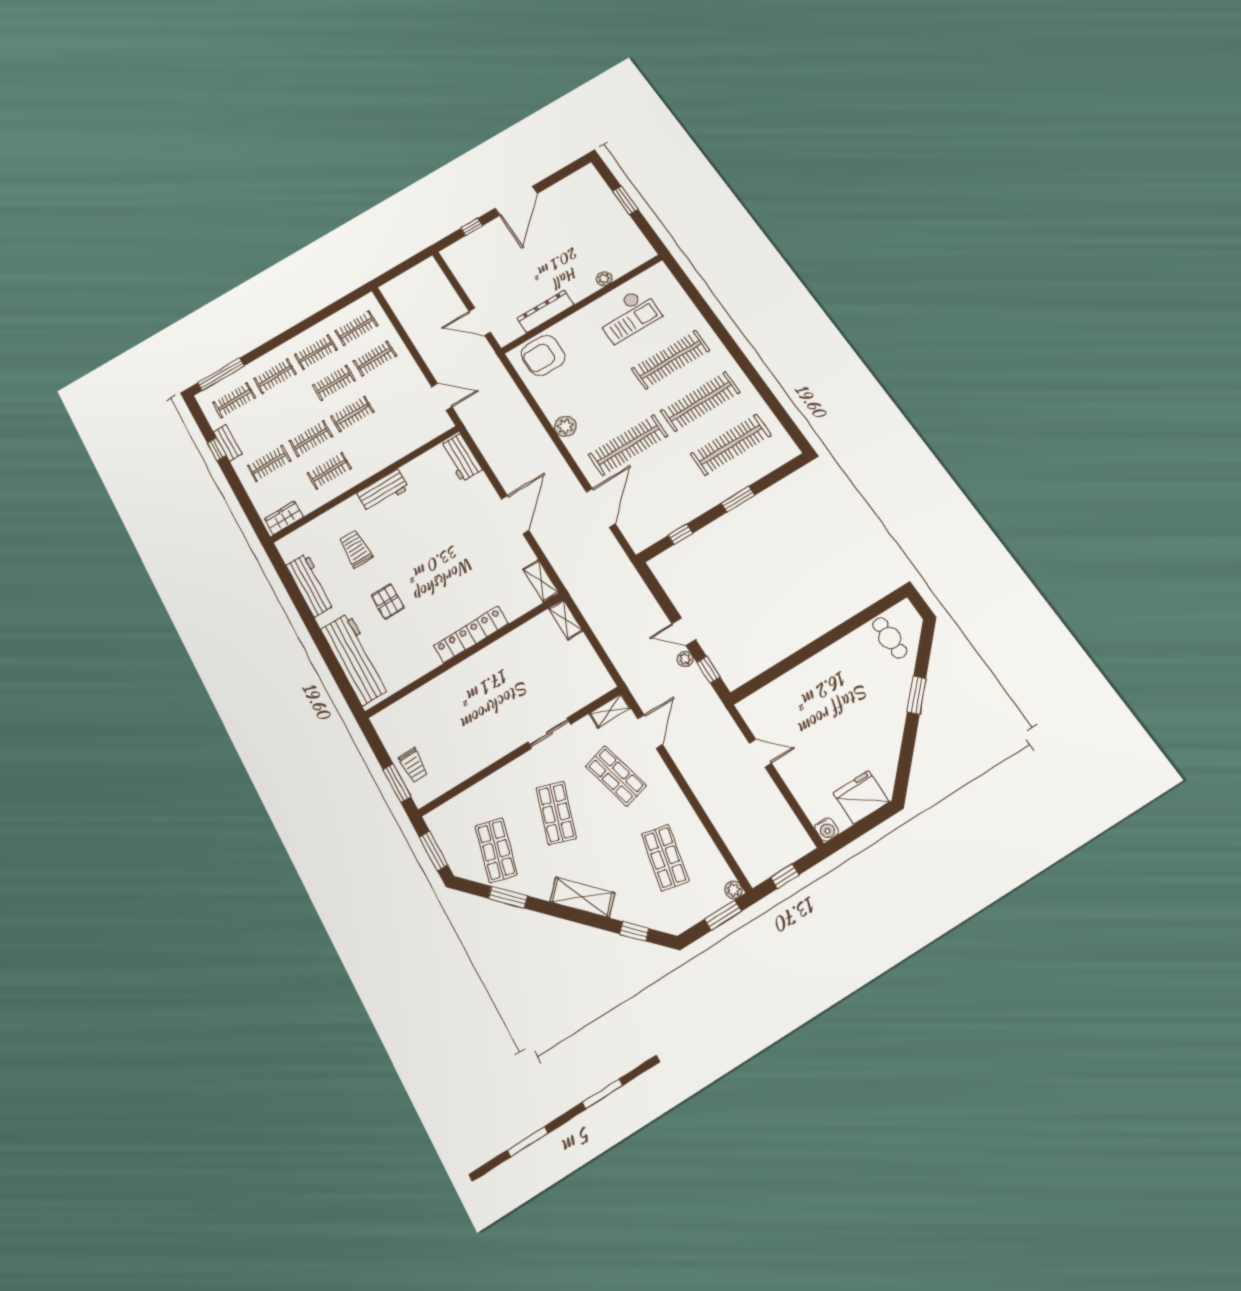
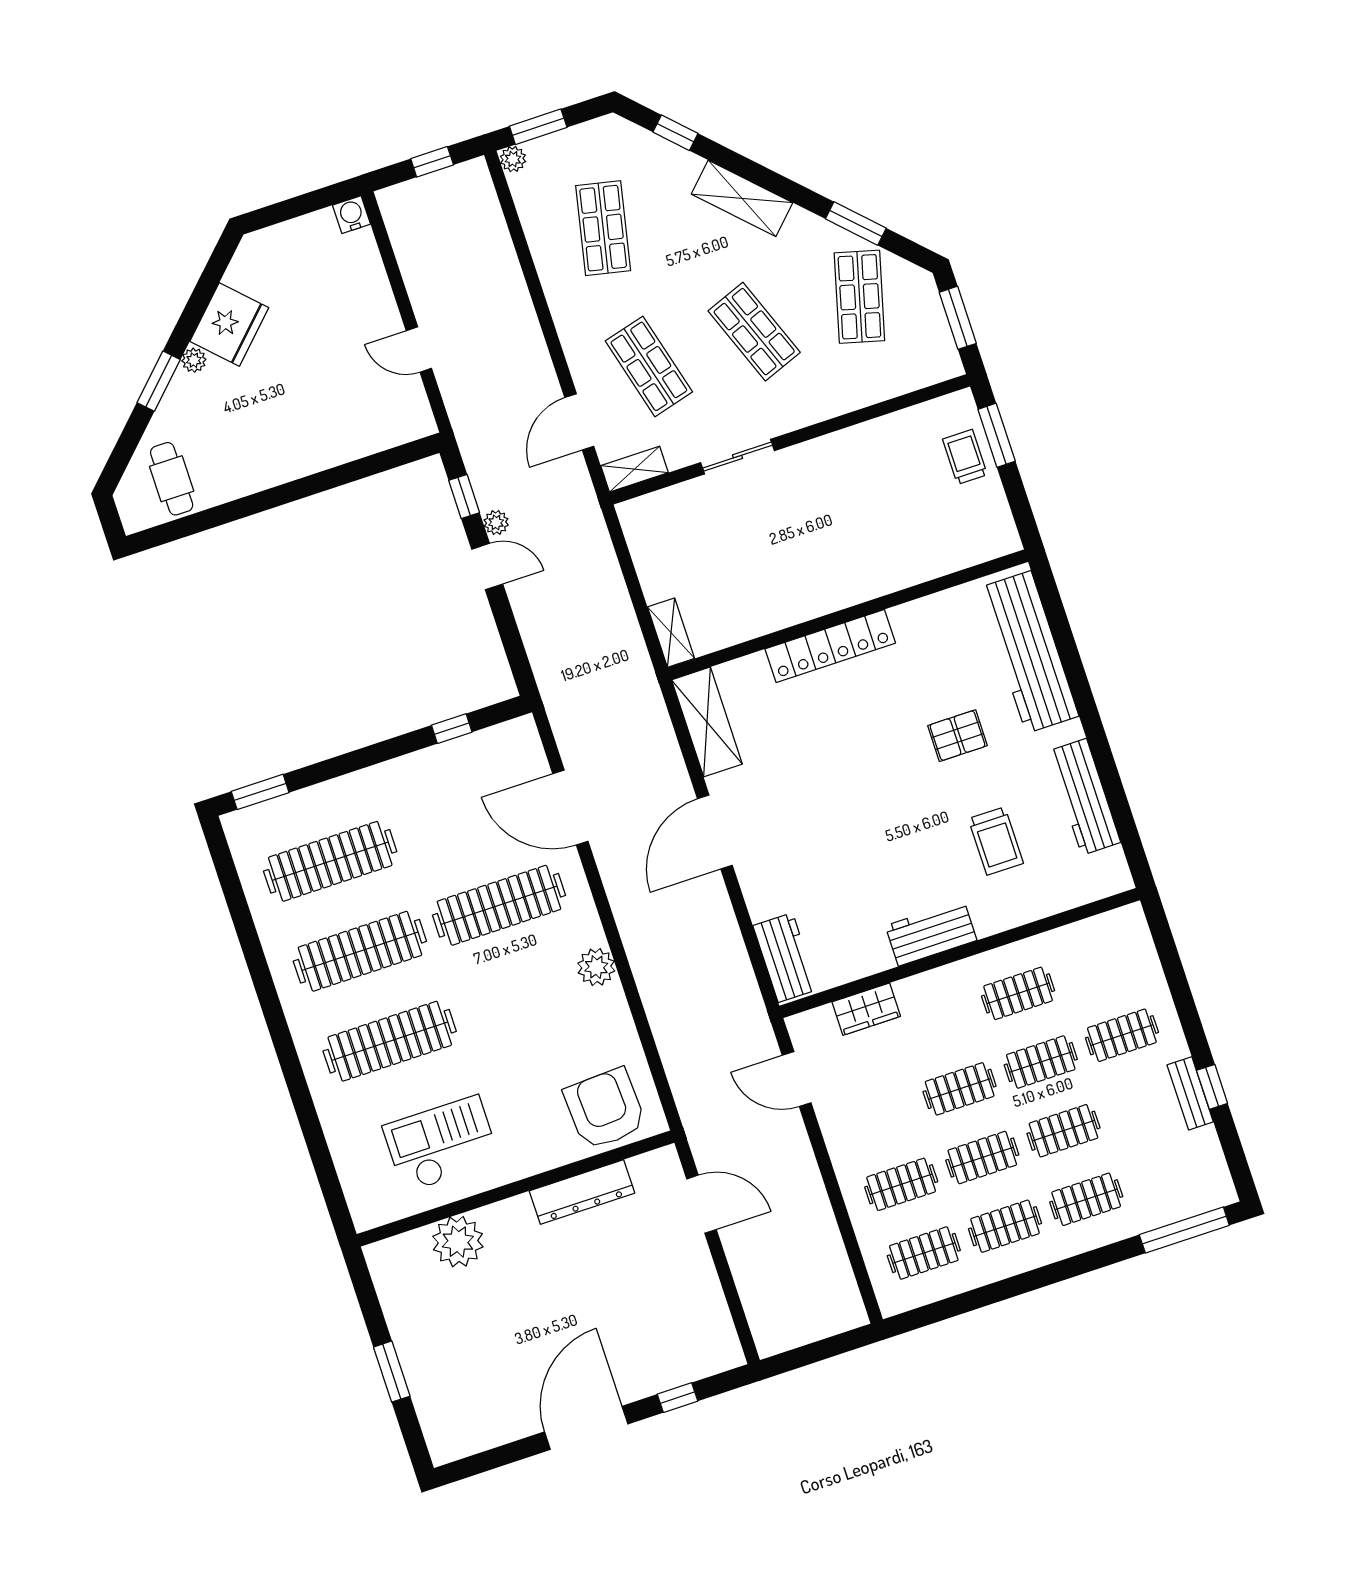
plant: (604, 279) -> (458, 1242), width x1.87, depth x1.87
armchair: (543, 355) -> (605, 1109), turned -93
clothes rail: (234, 400) -> (1063, 1131), moved
window: (738, 499) -> (260, 792), moved
door: (601, 508) -> (570, 807), hinge flipped
wardrobe: (284, 518) -> (866, 1009), moved
shelving: (541, 581) -> (707, 722), width x1.50, depth x1.33
pallet: (388, 601) -> (958, 736), turned 90
plant: (899, 713) -> (194, 360), added
fridge: (861, 797) -> (229, 325), moved, turned -45
shop shelf: (556, 813) -> (754, 332), turned -39

